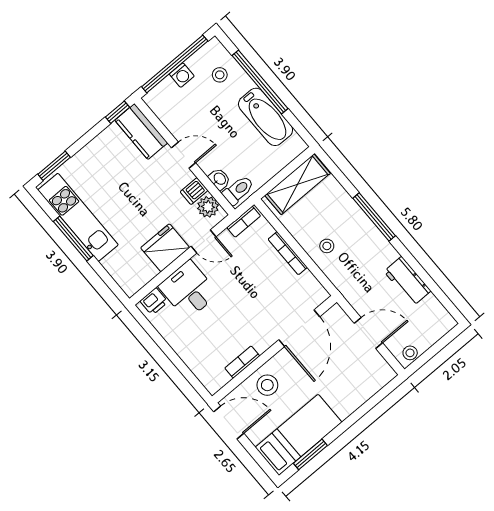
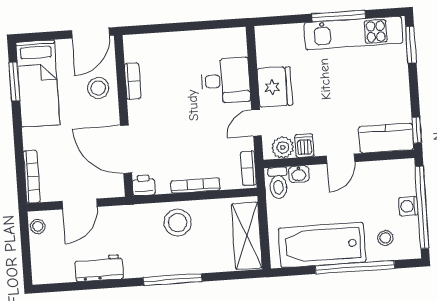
bathtub: (266, 117) -> (322, 245), width x1.36, depth x1.36
stool: (327, 246) -> (178, 223), width x1.89, depth x1.89
printer: (154, 301) -> (144, 185), moved, turned 90
bookcase: (375, 386) -> (32, 177), added

